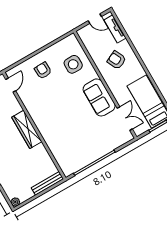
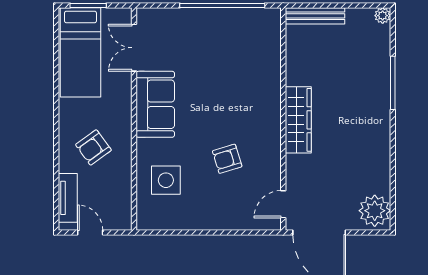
armchair: (117, 60) -> (93, 147), turned 80
armchair: (43, 70) -> (227, 159), moved, turned 75

